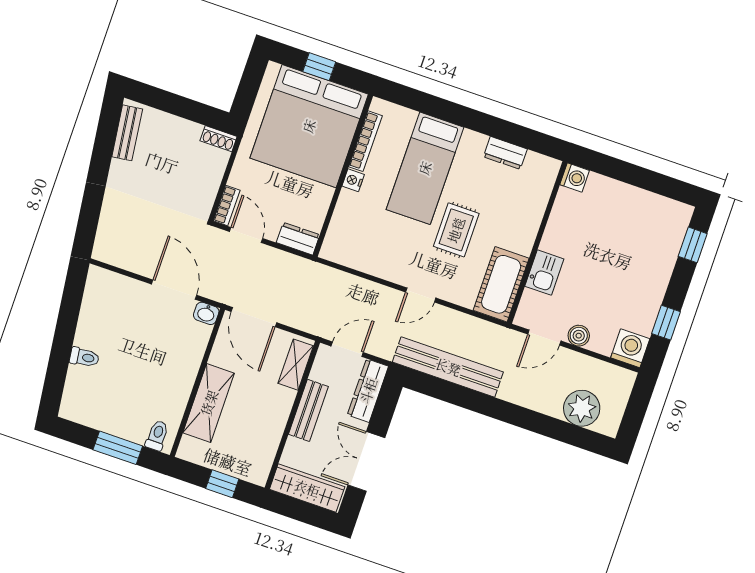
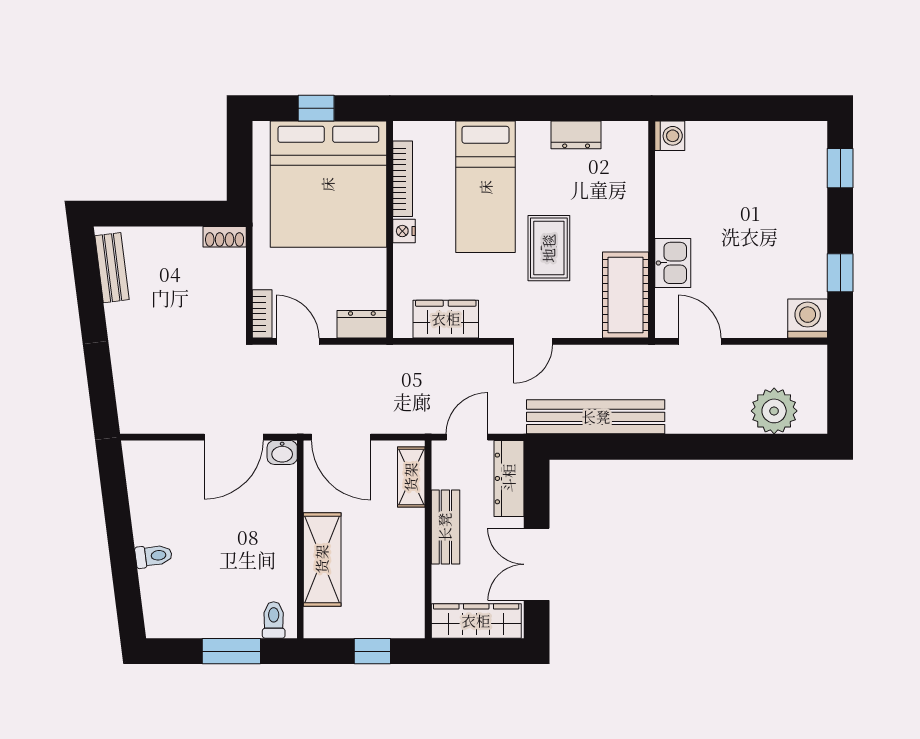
wardrobe: (362, 256) -> (446, 319), added
door: (174, 290) -> (234, 437), swing flipped
boiler: (579, 336) -> (740, 325), removed
door: (544, 338) -> (700, 341), swing flipped

